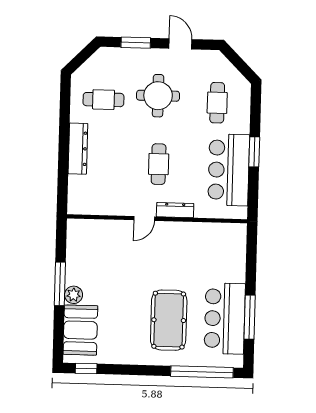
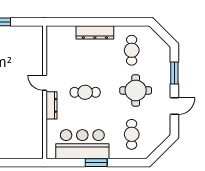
cafe table: (217, 103) -> (132, 134), turned 90

